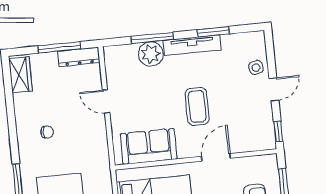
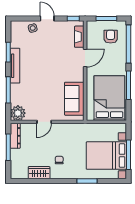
plant: (151, 54) -> (18, 113), moved
wardrobe: (21, 75) -> (39, 173), moved
coffee table: (197, 106) -> (53, 67), removed
fireplace: (250, 144) -> (79, 37), added
door: (216, 157) -> (85, 58), swing flipped

